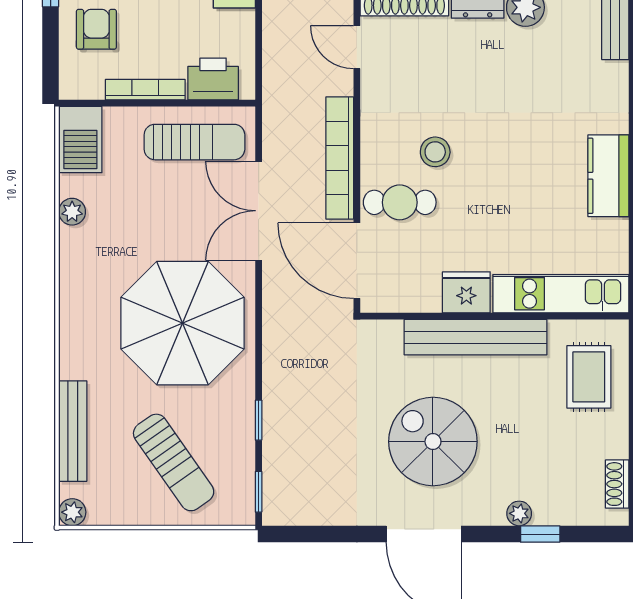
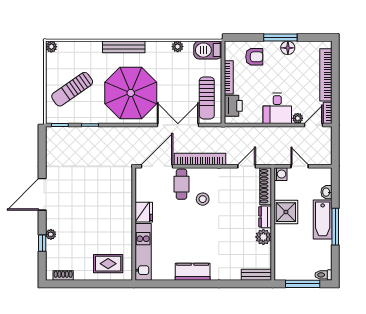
bench: (475, 337) -> (125, 216), removed
bench: (73, 431) -> (124, 47), moved
spiral stairs: (433, 442) -> (81, 198), removed

